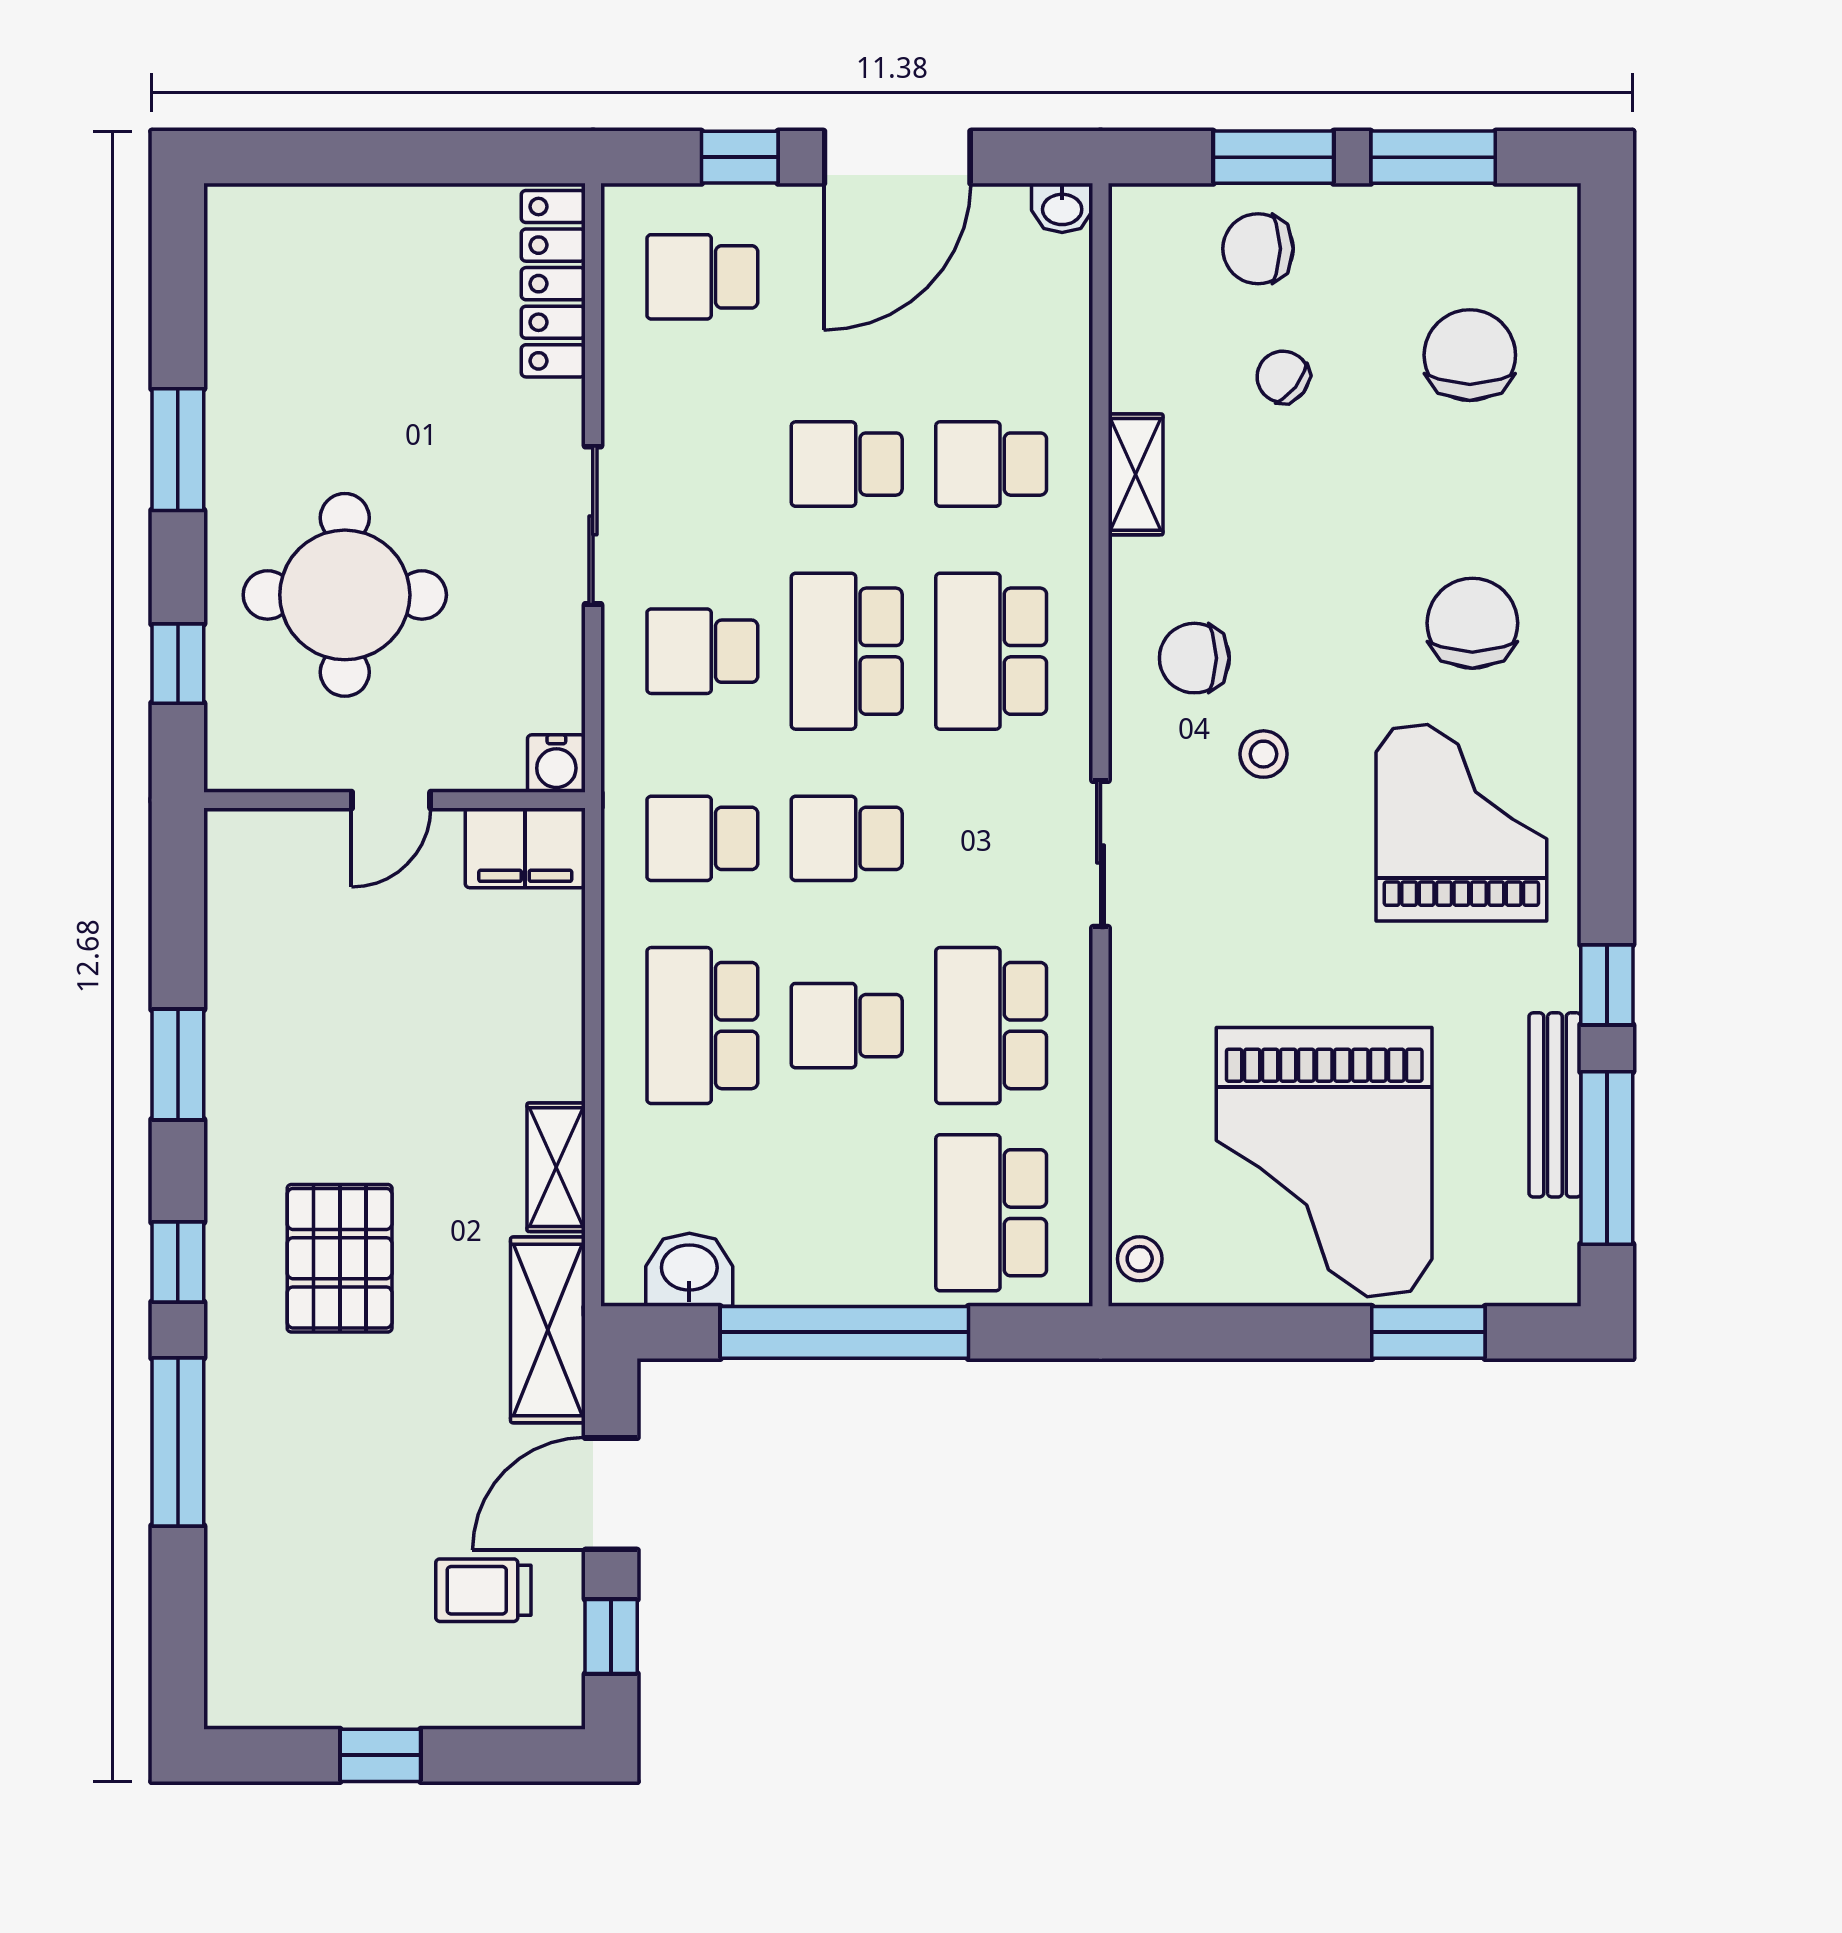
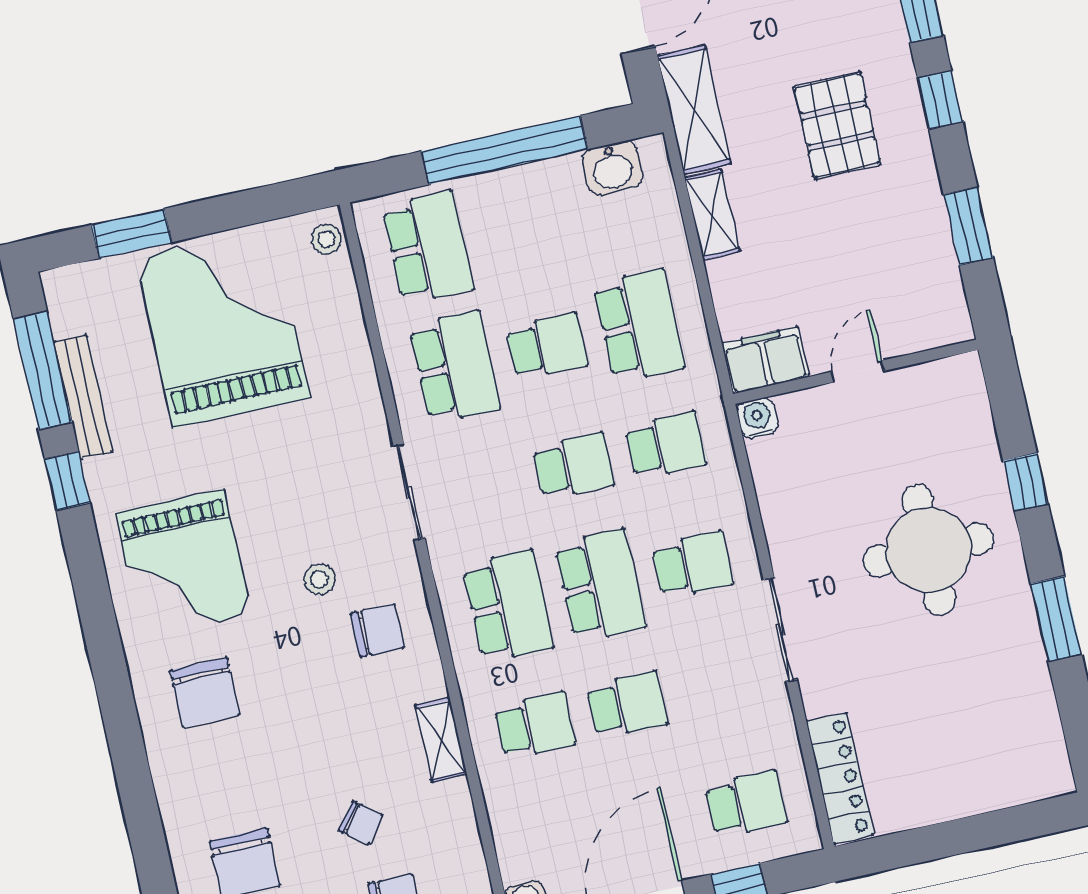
water cooler: (556, 764) -> (757, 418), moved
door: (391, 800) -> (858, 371), moved
wall: (394, 800) -> (856, 372), moved
filing cabinet: (525, 848) -> (765, 360), moved

